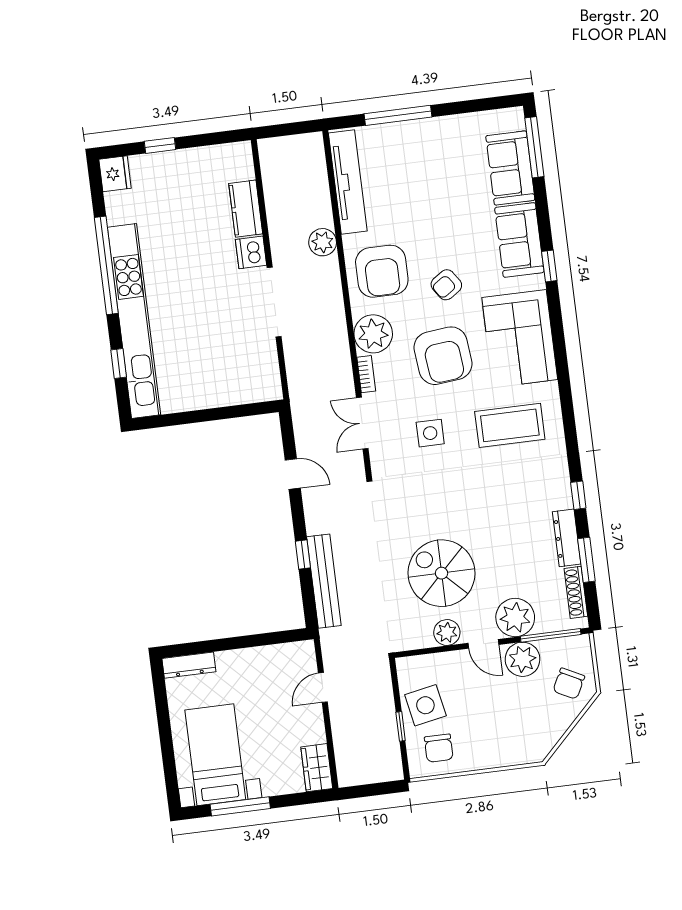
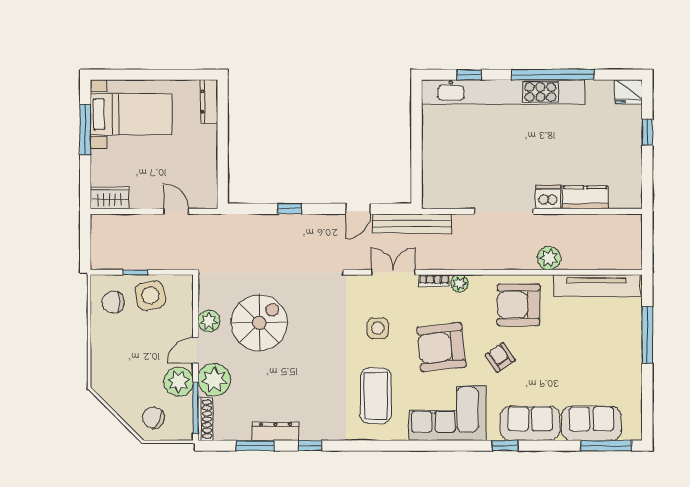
plant: (373, 334) -> (459, 283), width x0.53, depth x0.53
bench: (324, 581) -> (412, 223), moved
shoe rack: (576, 592) -> (205, 419), moved, turned 90

